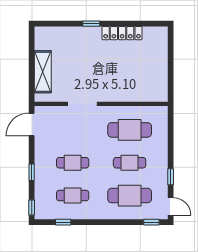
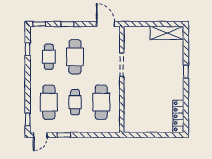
locker: (122, 33) -> (178, 116), moved
shelving: (43, 72) -> (167, 33), moved
cafe table: (73, 163) -> (75, 57), width x1.37, depth x1.35

